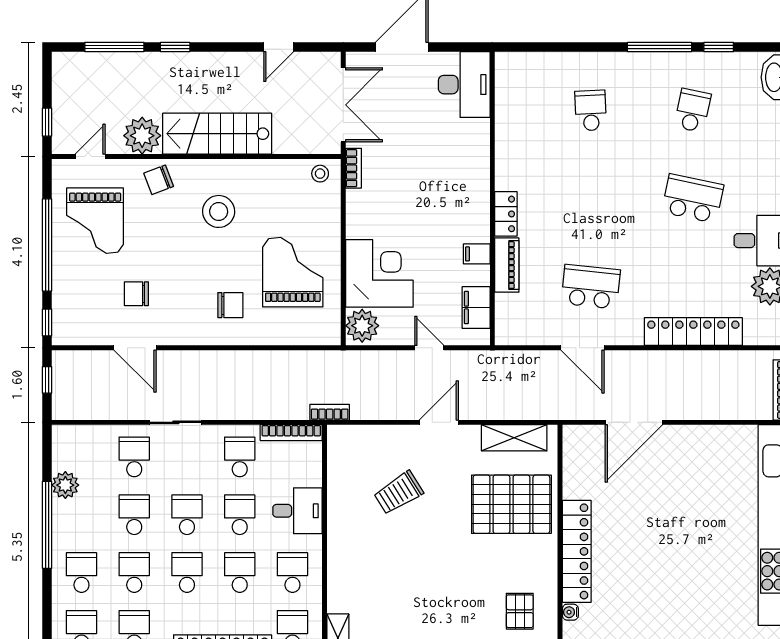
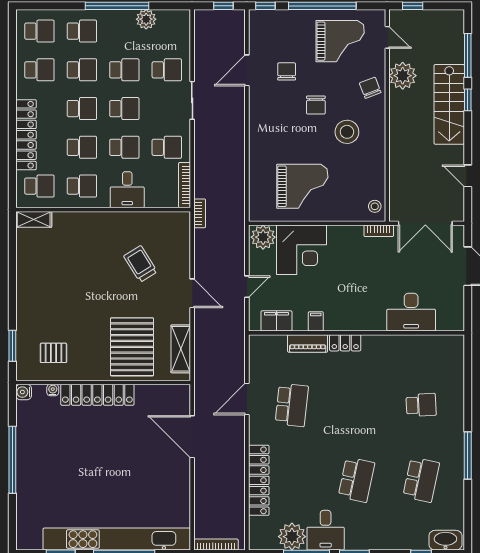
window: (719, 47) -> (468, 499), removed
desk: (464, 85) -> (411, 312), moved
school desk: (693, 110) -> (421, 480), width x1.85
stairs: (217, 134) -> (449, 104), moved, turned 180
grand piano: (95, 221) -> (340, 41), turned 180
chair: (230, 305) -> (316, 105), moved

